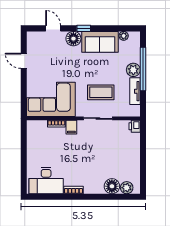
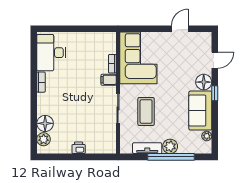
printer: (135, 126) -> (79, 148), moved

